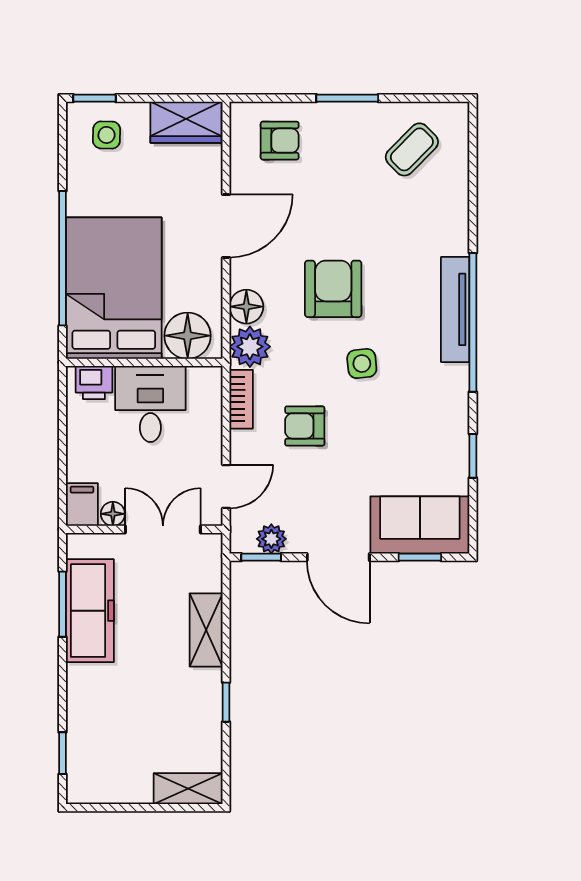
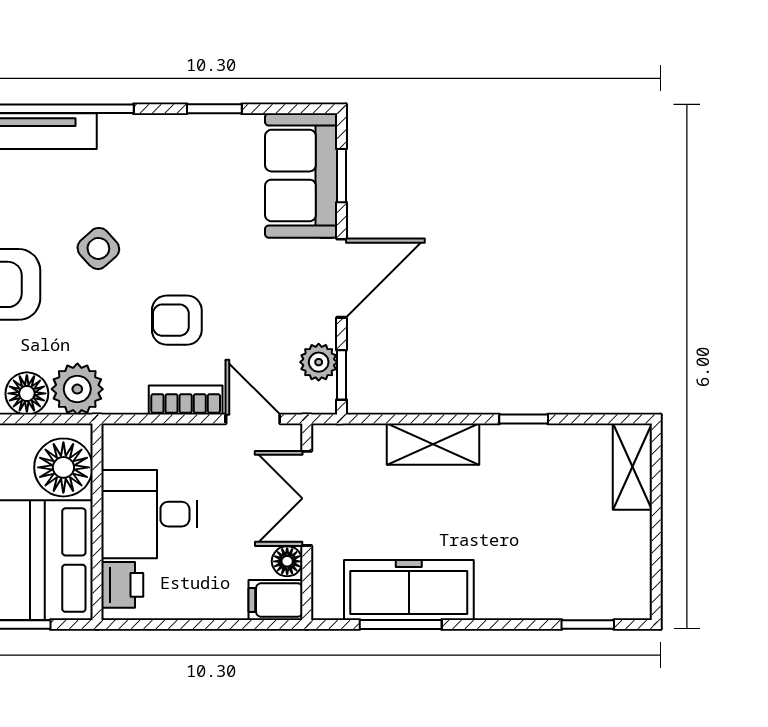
side table: (362, 364) -> (98, 248), turned -36
bookcase: (241, 399) -> (186, 400), moved
armchair: (305, 426) -> (177, 320), turned 90

